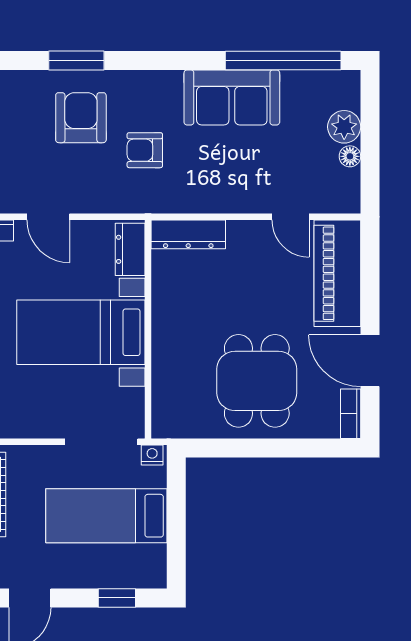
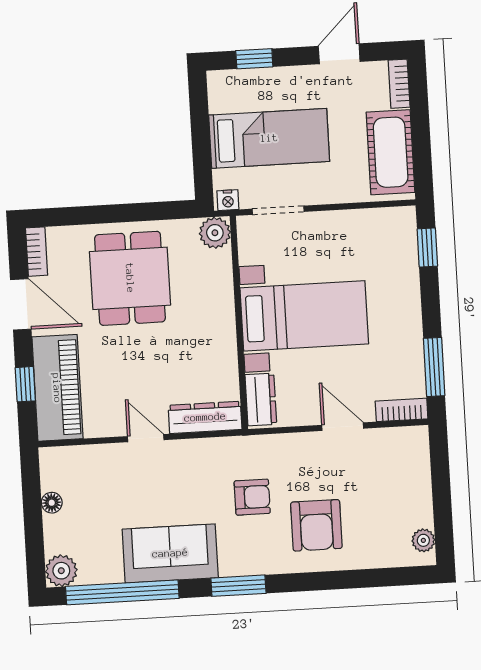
window: (76, 61) -> (238, 586), moved
plant: (344, 127) -> (61, 571), moved
door: (290, 217) -> (146, 438), moved
window: (370, 279) -> (25, 384), added
plant: (167, 422) -> (215, 233), added
doorway: (101, 442) -> (278, 210), width x0.73

